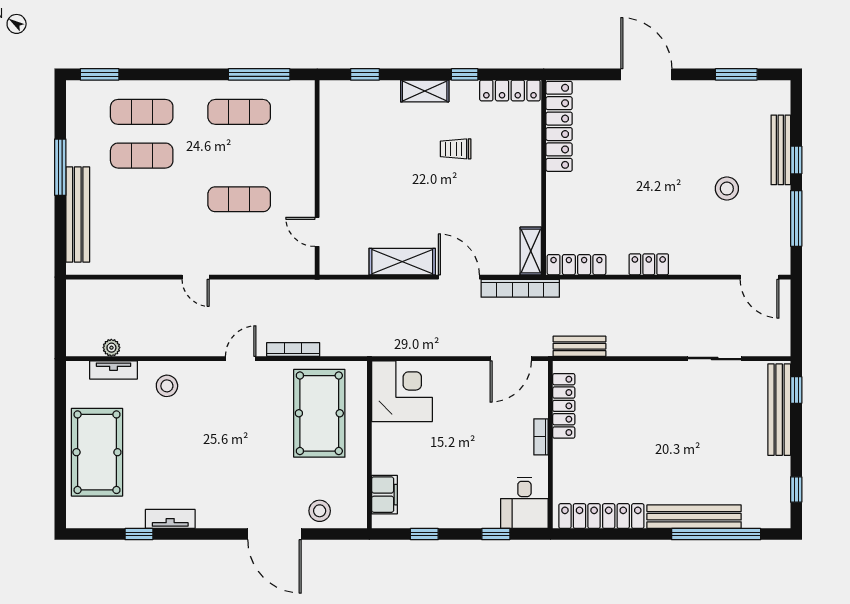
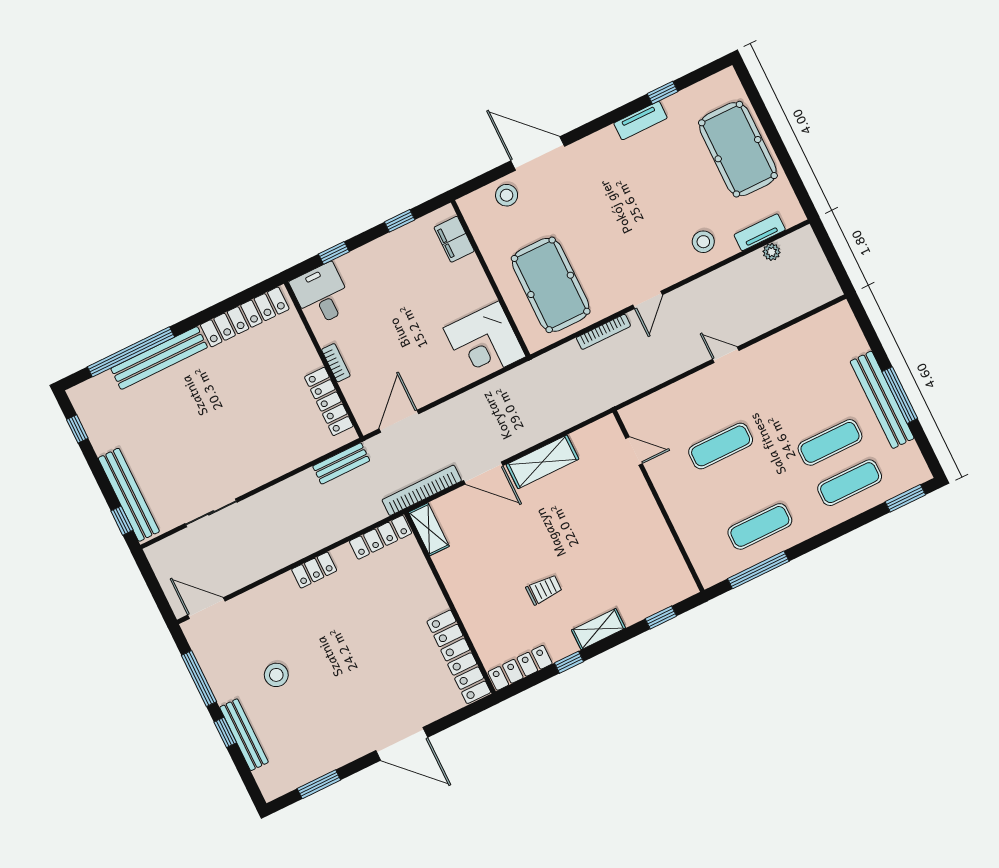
bench: (78, 214) -> (882, 400), moved

